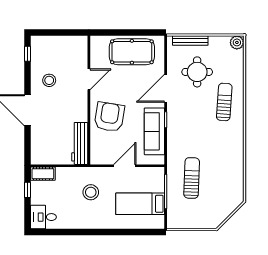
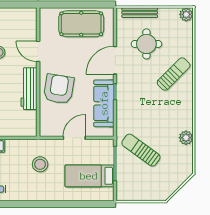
door: (89, 79) -> (38, 51), swing flipped
sun lounger: (224, 102) -> (174, 74), turned 41
workbench: (80, 143) -> (29, 89), moved
plant: (237, 166) -> (186, 138), added
sun lounger: (192, 178) -> (141, 150), turned -56

